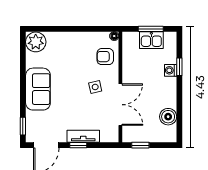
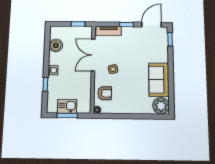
washing machine: (171, 70) -> (53, 70), moved
sofa: (38, 89) -> (159, 80), moved
tv unit: (83, 136) -> (109, 31), moved

